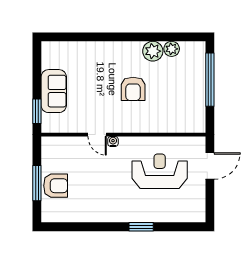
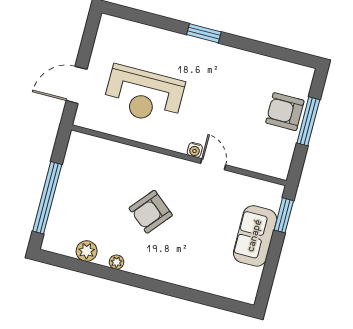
plant: (153, 51) -> (116, 262), width x0.53, depth x0.53
armchair: (133, 89) -> (151, 212), turned -140
window: (141, 227) -> (204, 33), moved

